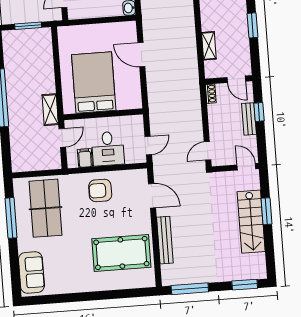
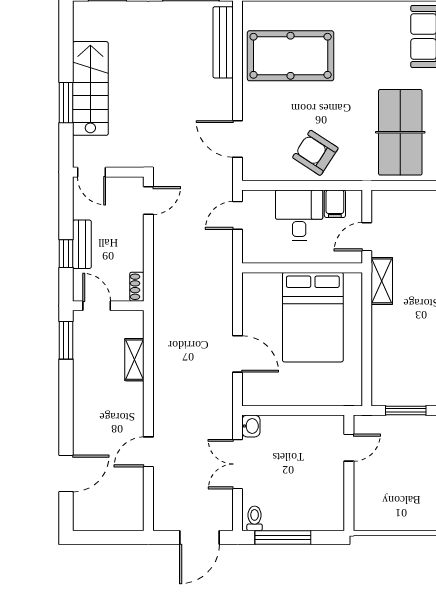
window: (252, 25) -> (66, 340), moved
armchair: (100, 190) -> (315, 153), turned -147
bench: (165, 240) -> (223, 42), moved

